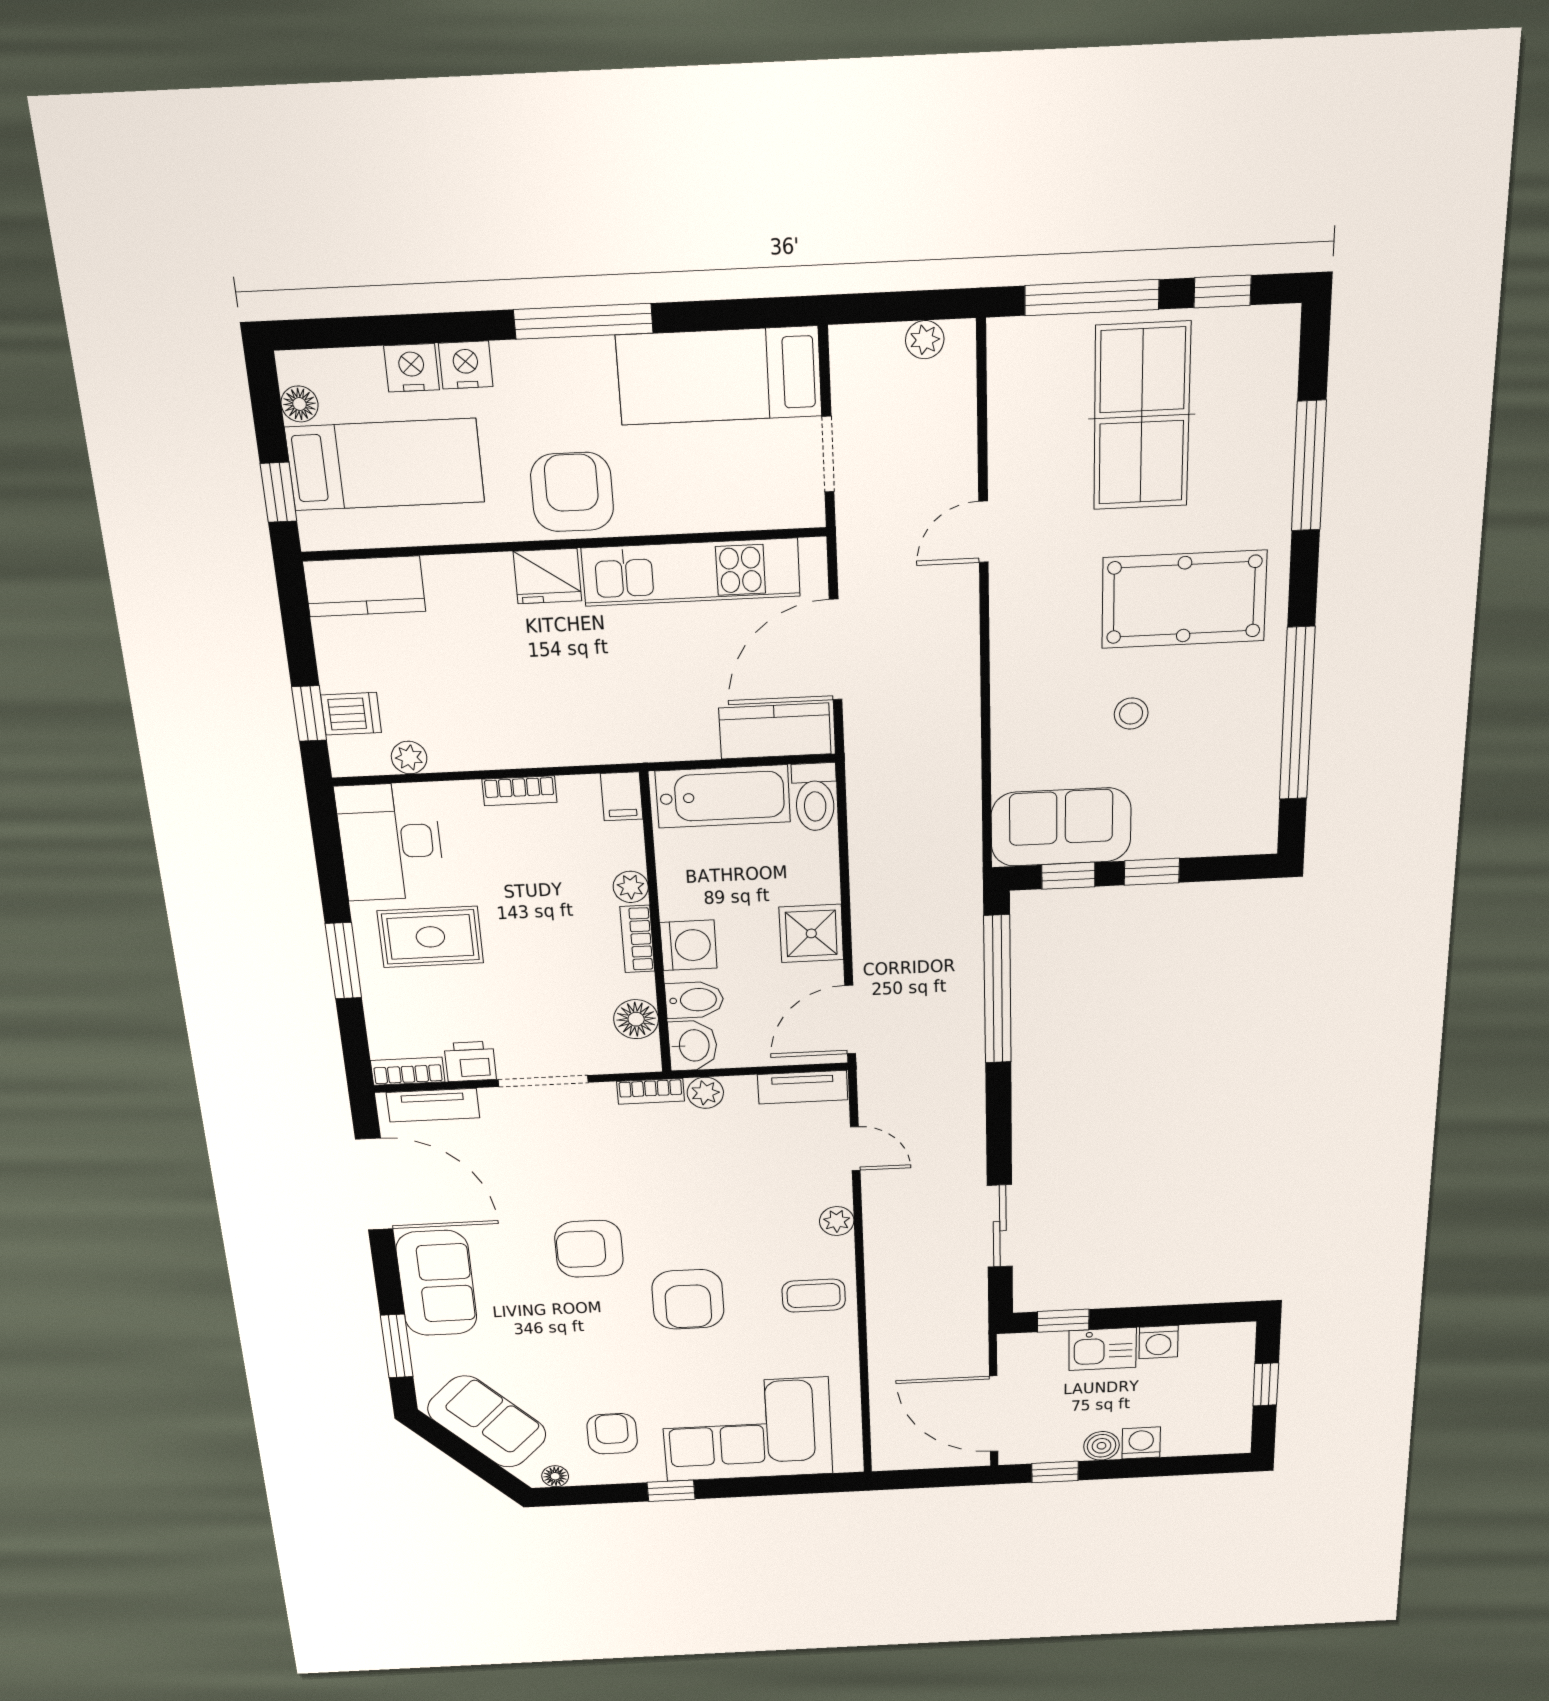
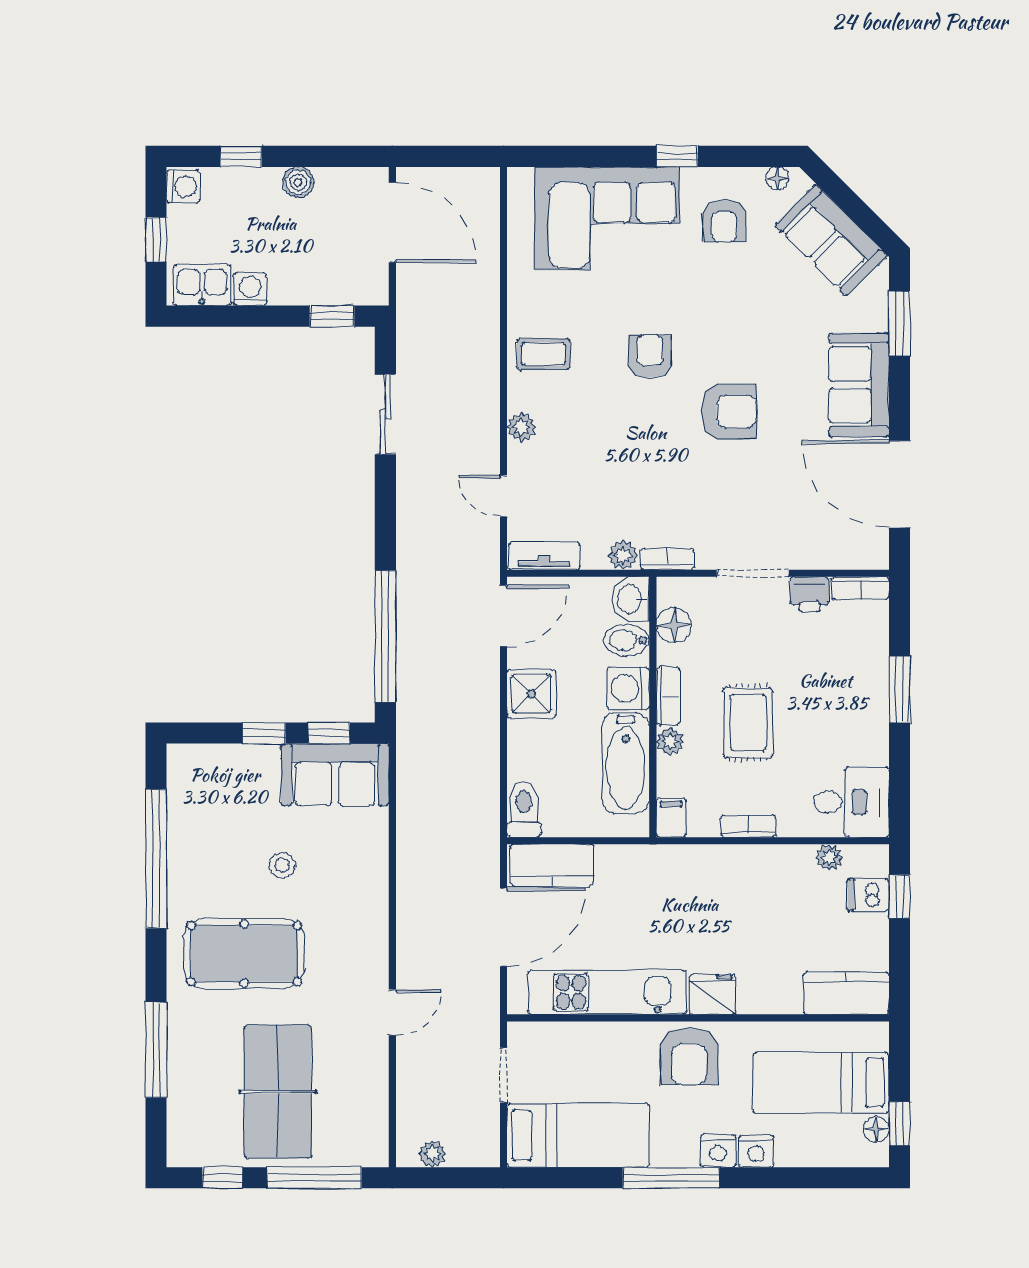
nightstand: (412, 368) -> (718, 1151), moved
window: (279, 492) -> (900, 1124), moved
bathtub: (723, 796) -> (626, 763), moved, turned -90
desk: (390, 842) -> (851, 802), width x0.73
rug: (430, 937) -> (748, 723), moved, turned 90
tv unit: (433, 1105) -> (844, 556), removed
armchair: (688, 1299) -> (650, 356), width x0.72, depth x0.72
kitchen sink: (1103, 1349) -> (202, 285), moved
washing machine: (1141, 1443) -> (183, 187), moved, turned -90
window: (1055, 1472) -> (241, 156), moved

